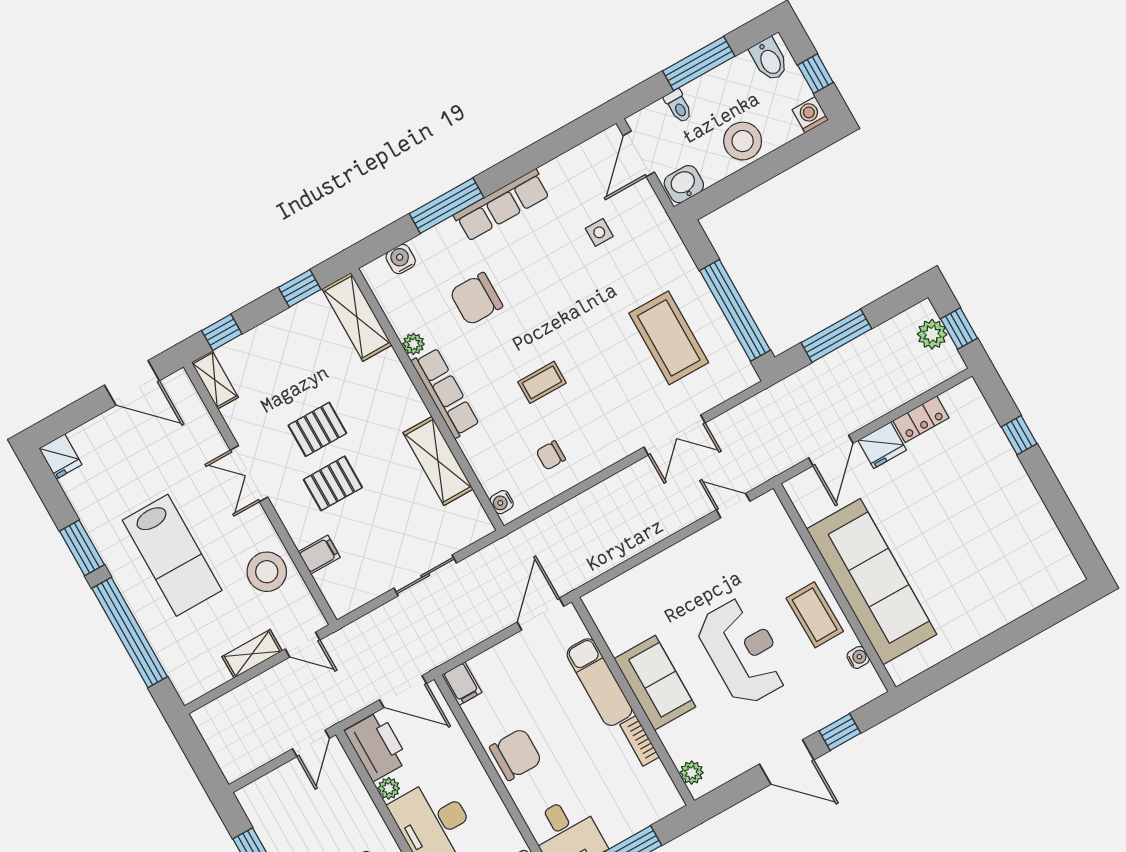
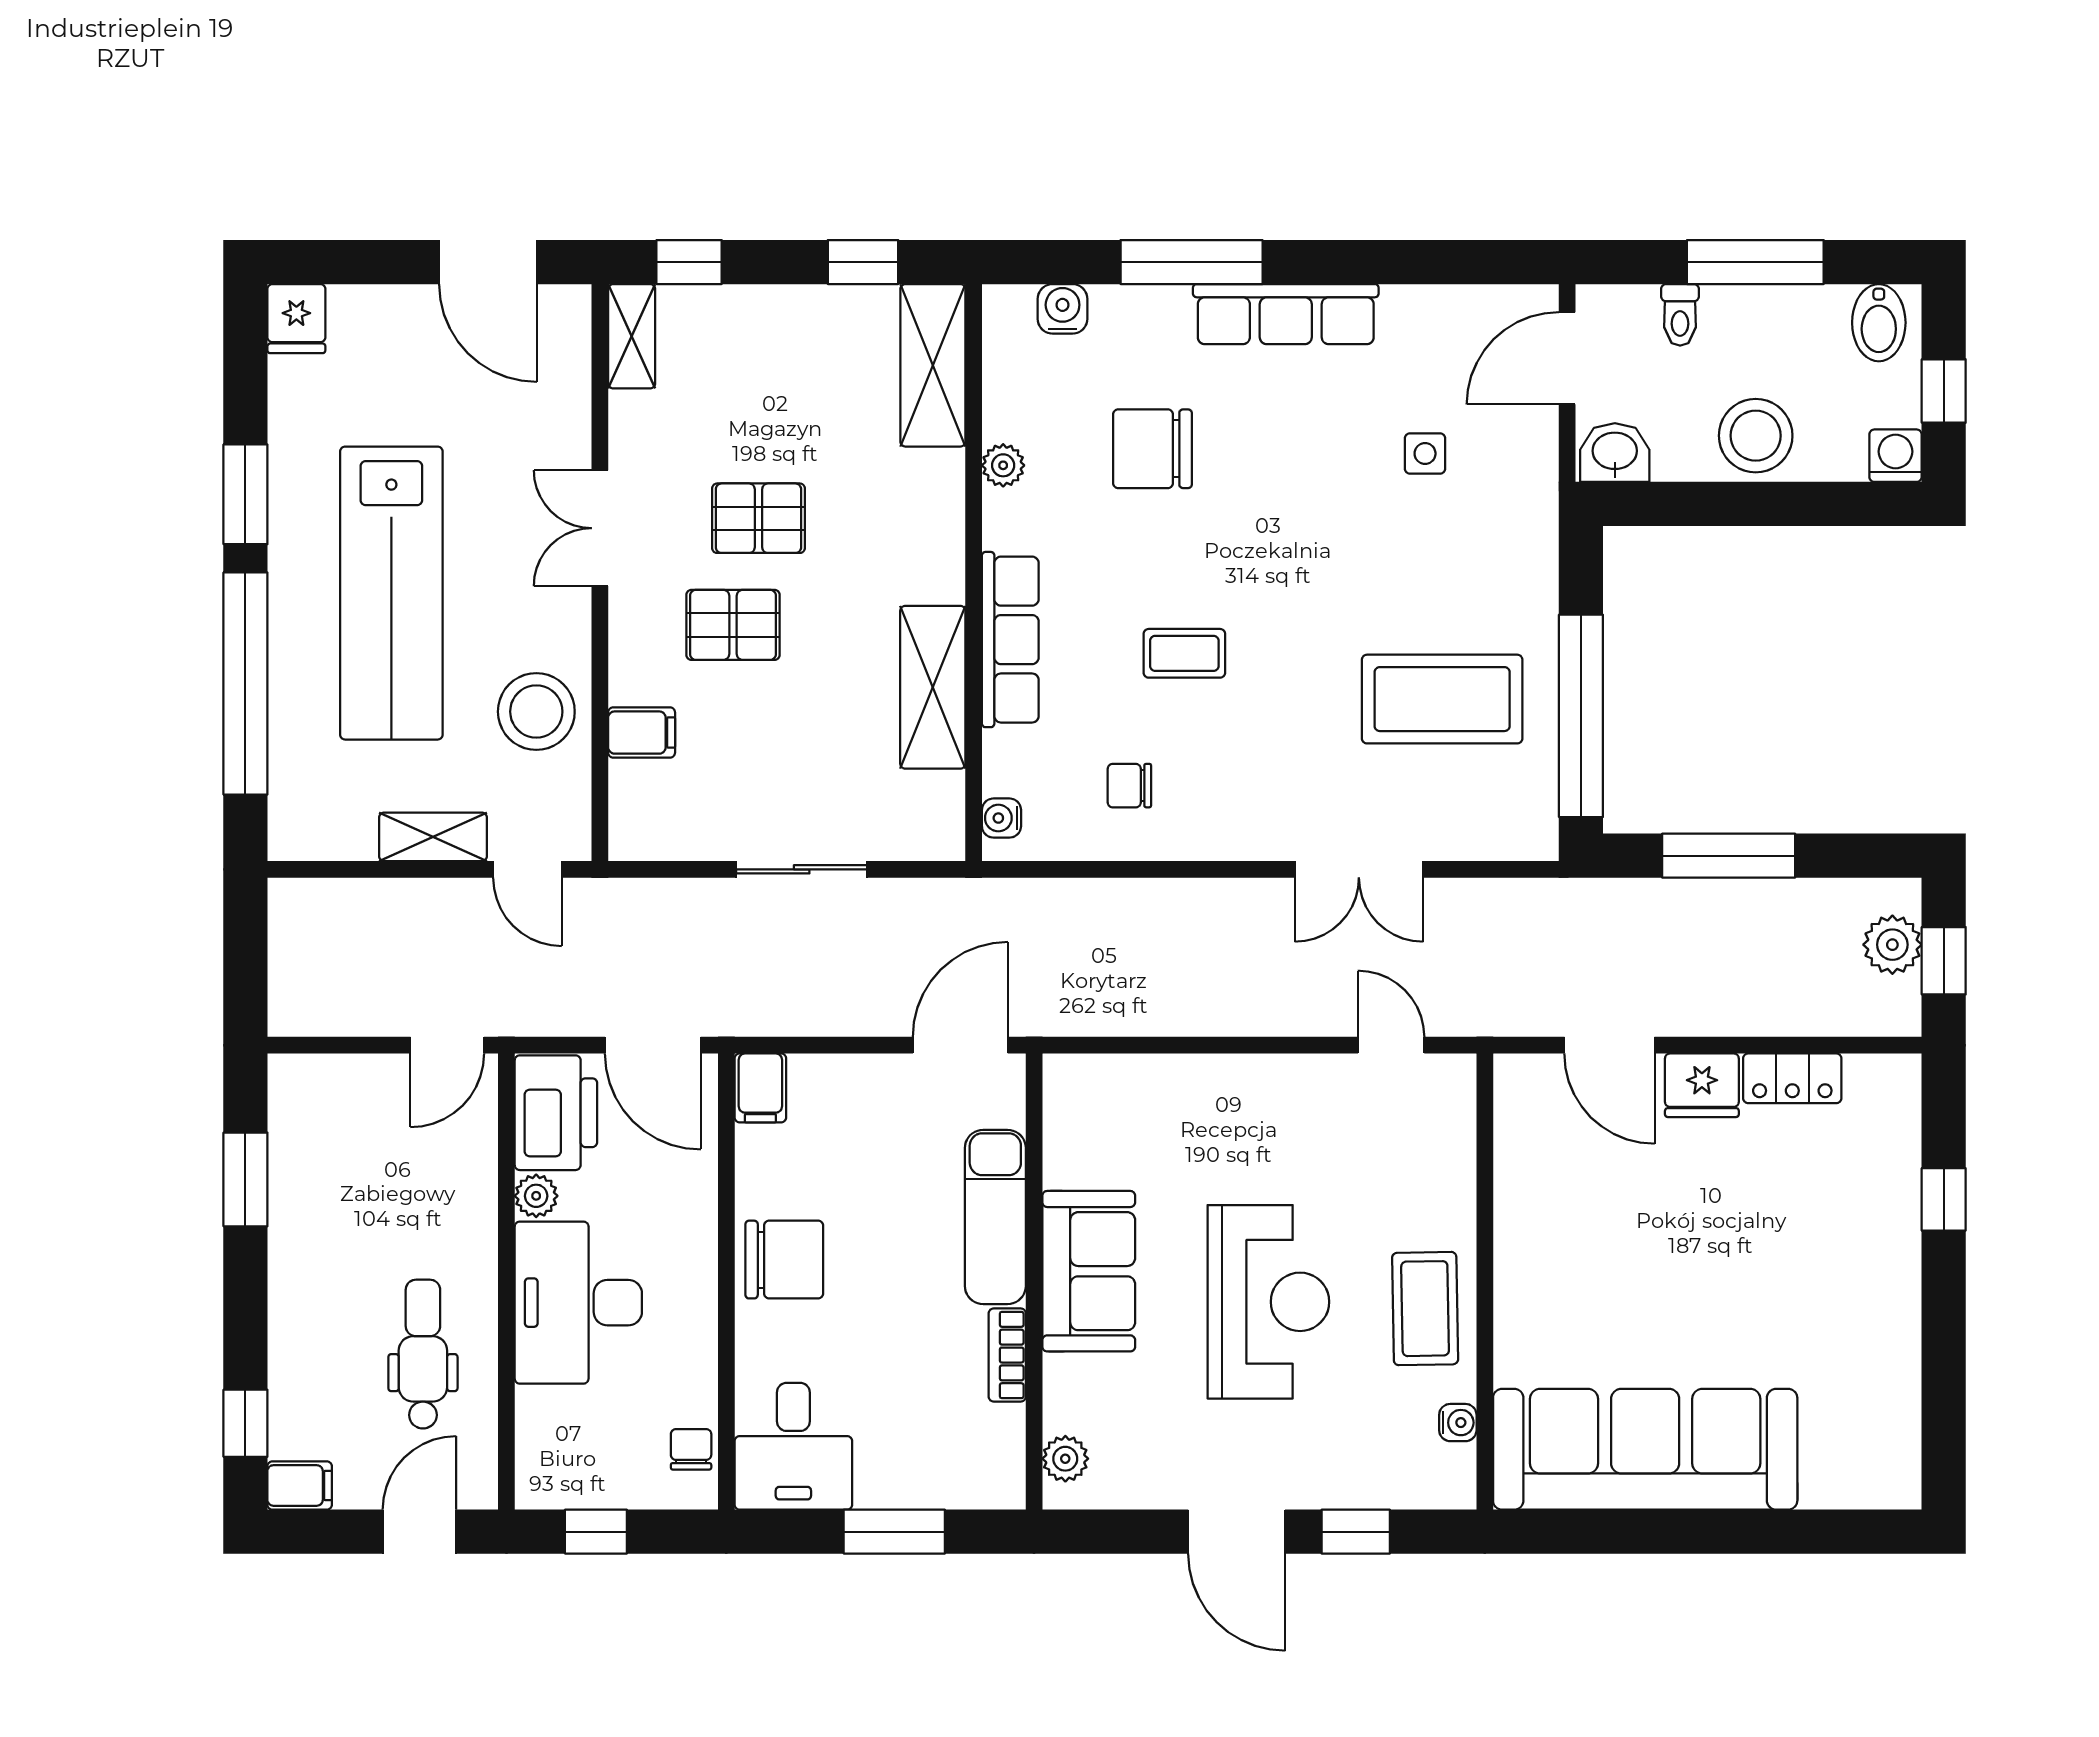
coffee table: (669, 338) -> (1442, 699), turned 90
row of seats: (445, 393) -> (1010, 640), moved
door: (831, 451) -> (1609, 1045), hinge flipped
lab bench: (172, 555) -> (391, 593), width x1.36
sofa: (872, 582) -> (1645, 1449), moved, turned -90

